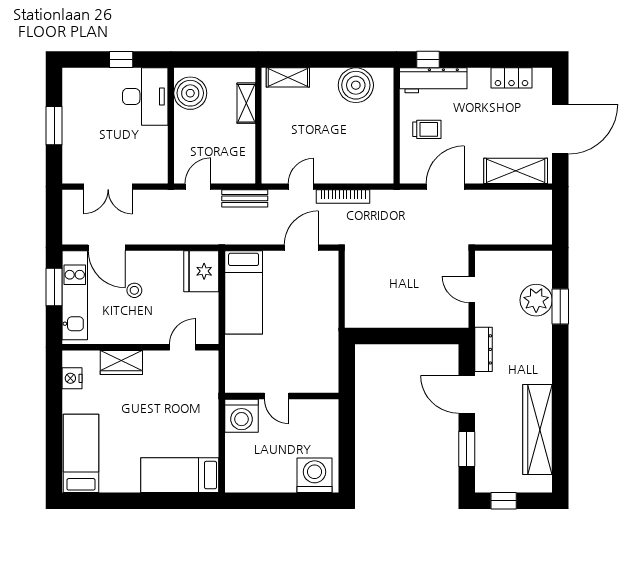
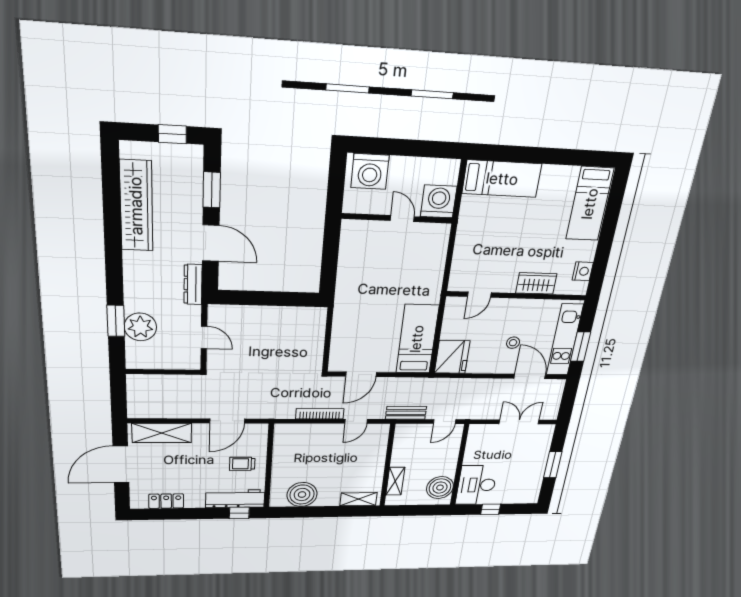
door: (277, 396) -> (402, 219), moved
wall: (282, 396) -> (397, 218), moved
washing machine: (241, 416) -> (439, 201), moved

